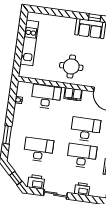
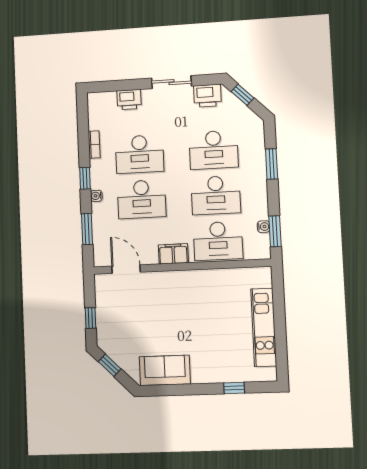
window: (95, 18) -> (234, 388), moved
round table: (71, 66) -> (185, 300), removed
window: (13, 96) -> (275, 231), added
desk: (42, 123) -> (216, 195), added

